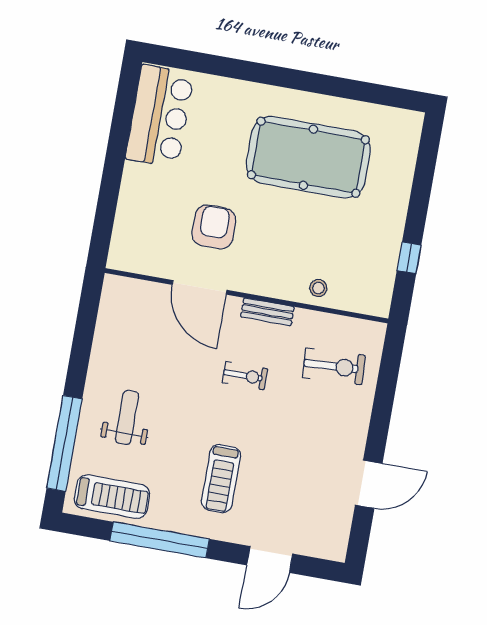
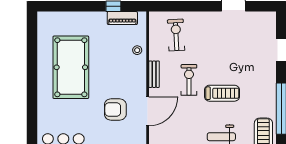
piano: (384, 271) -> (122, 18), added
exercise bike: (245, 376) -> (189, 80), width x1.38, depth x1.39
treadmill: (221, 478) -> (222, 93), moved

